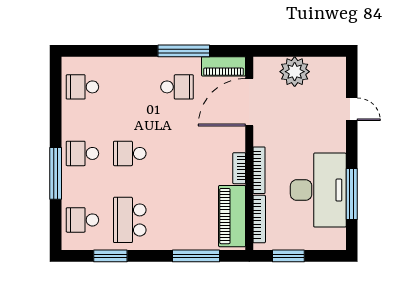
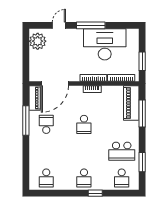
plant: (295, 72) -> (38, 41), moved
door: (249, 102) -> (55, 83), hinge flipped
school desk: (130, 153) -> (84, 124), moved
window: (56, 173) -> (95, 193), width x0.46
window: (352, 194) -> (91, 25), moved
piano: (232, 216) -> (131, 103), moved, turned 90

